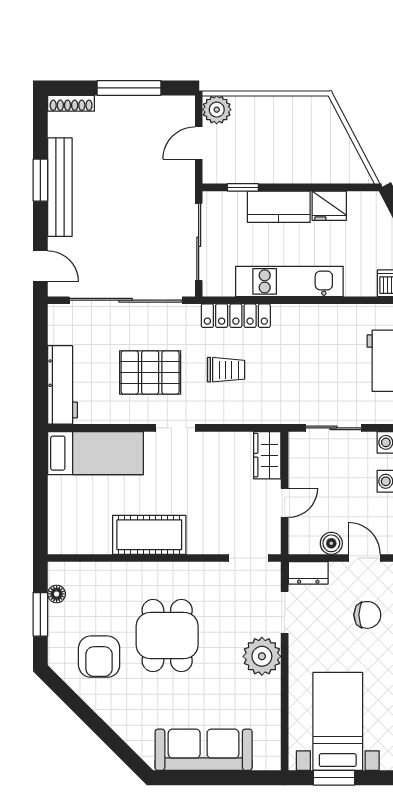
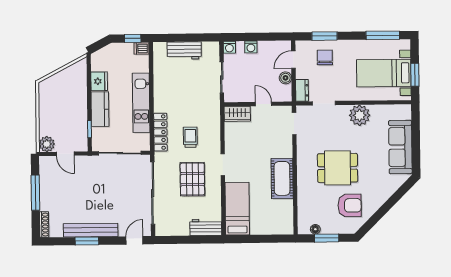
workbench: (63, 385) -> (206, 227), width x0.73
plant: (262, 656) -> (360, 115), moved

